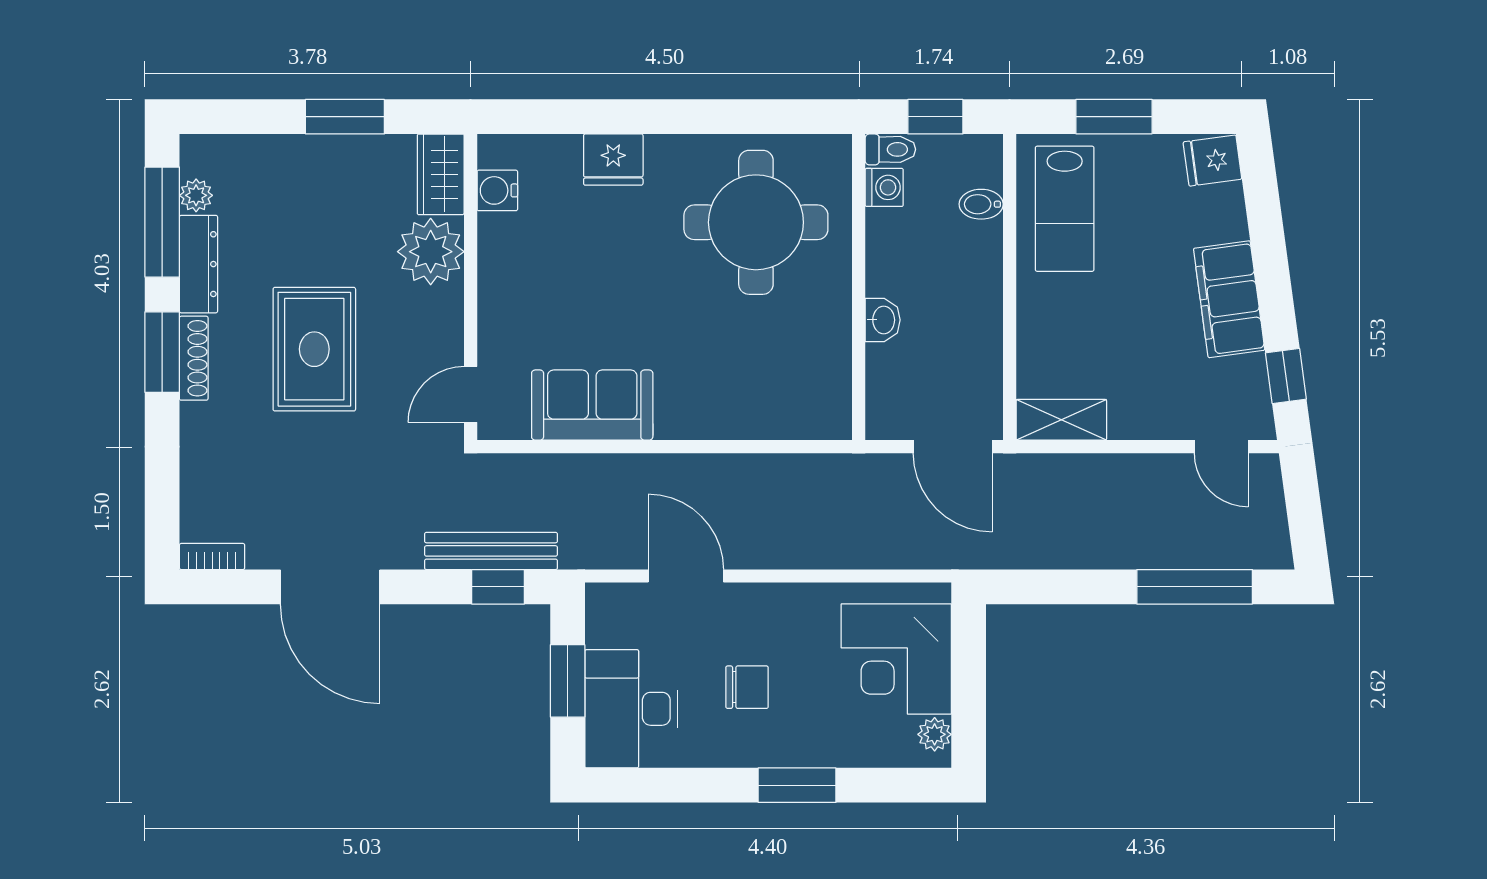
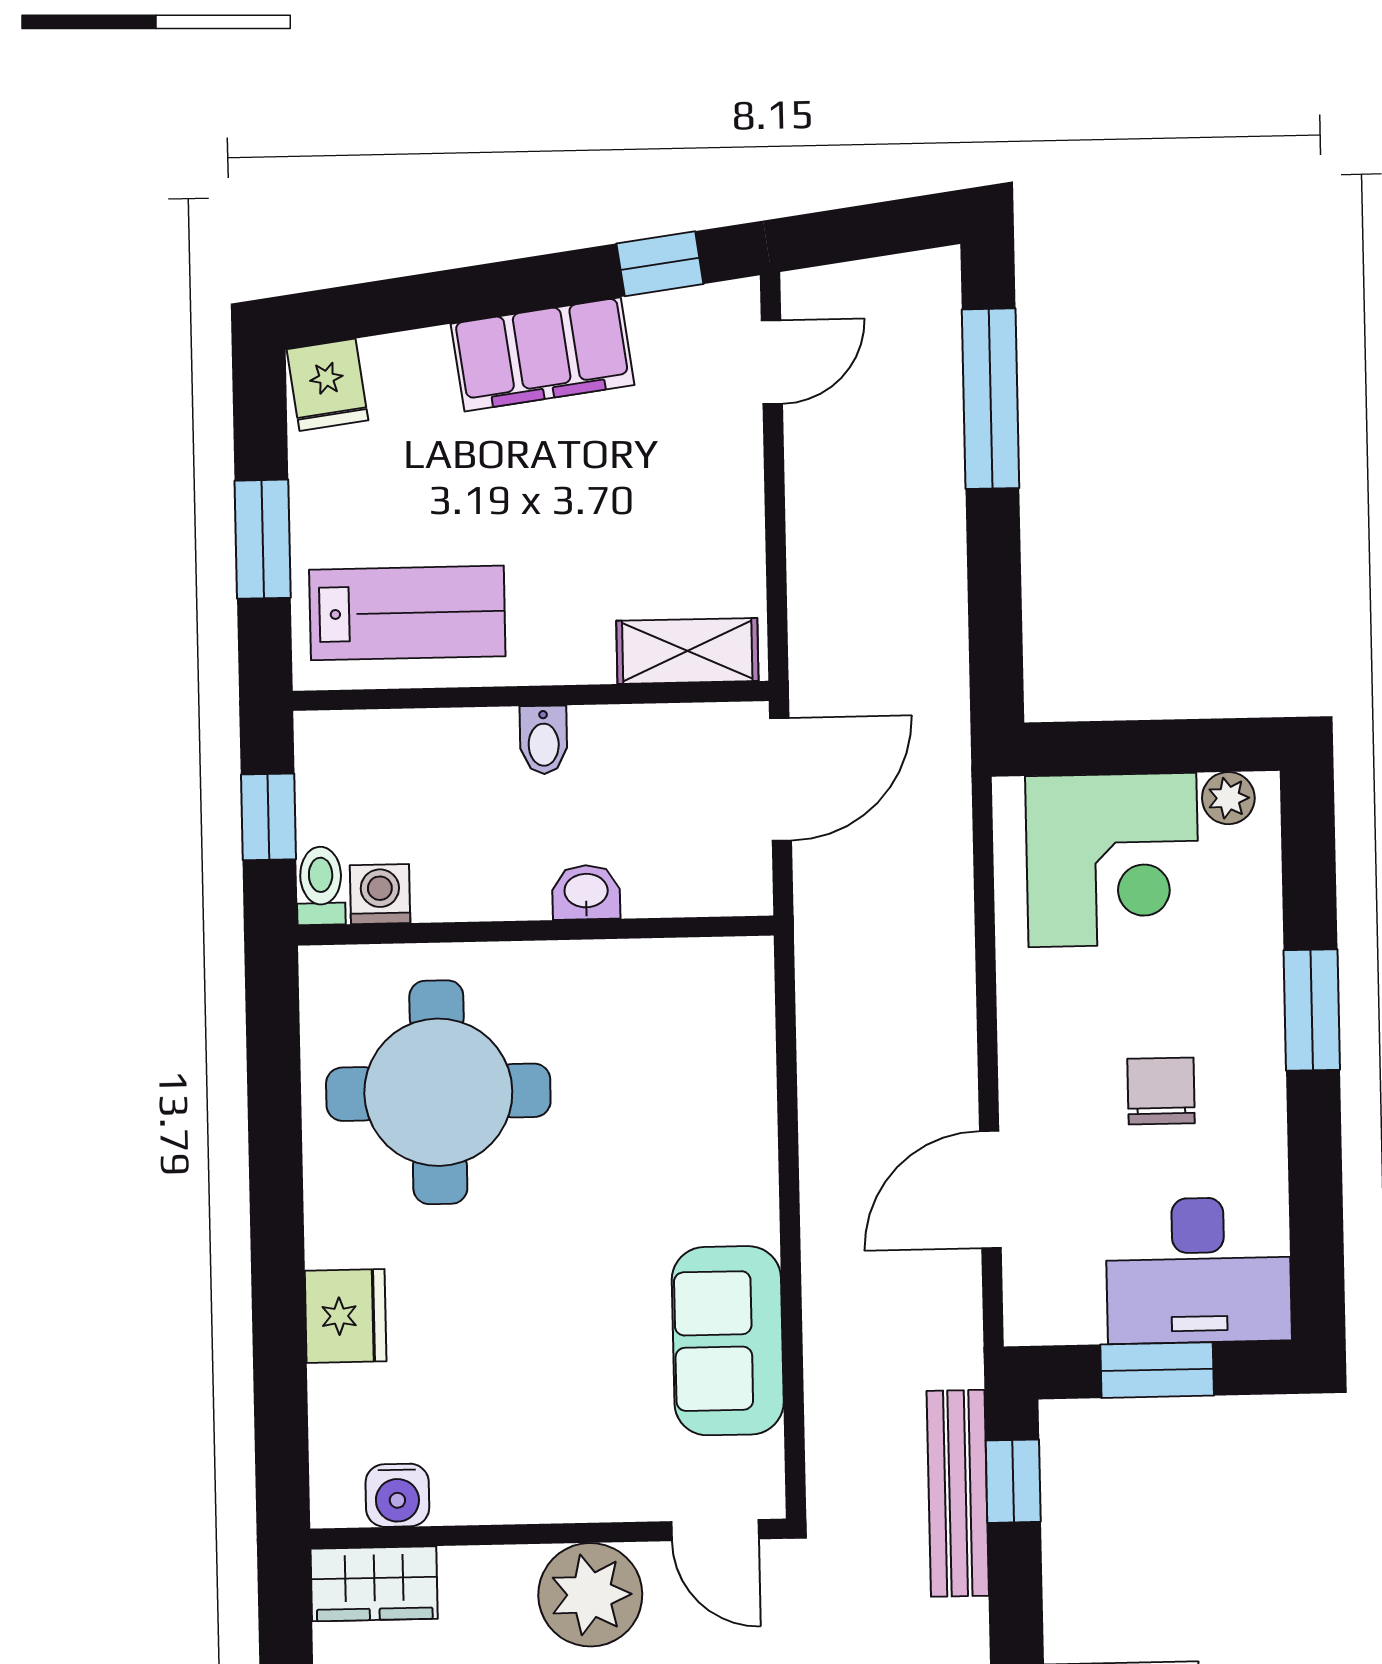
bidet: (981, 204) -> (544, 740), moved
plant: (431, 252) -> (590, 1595), moved
shelving: (1061, 420) -> (687, 651), moved, turned 90

